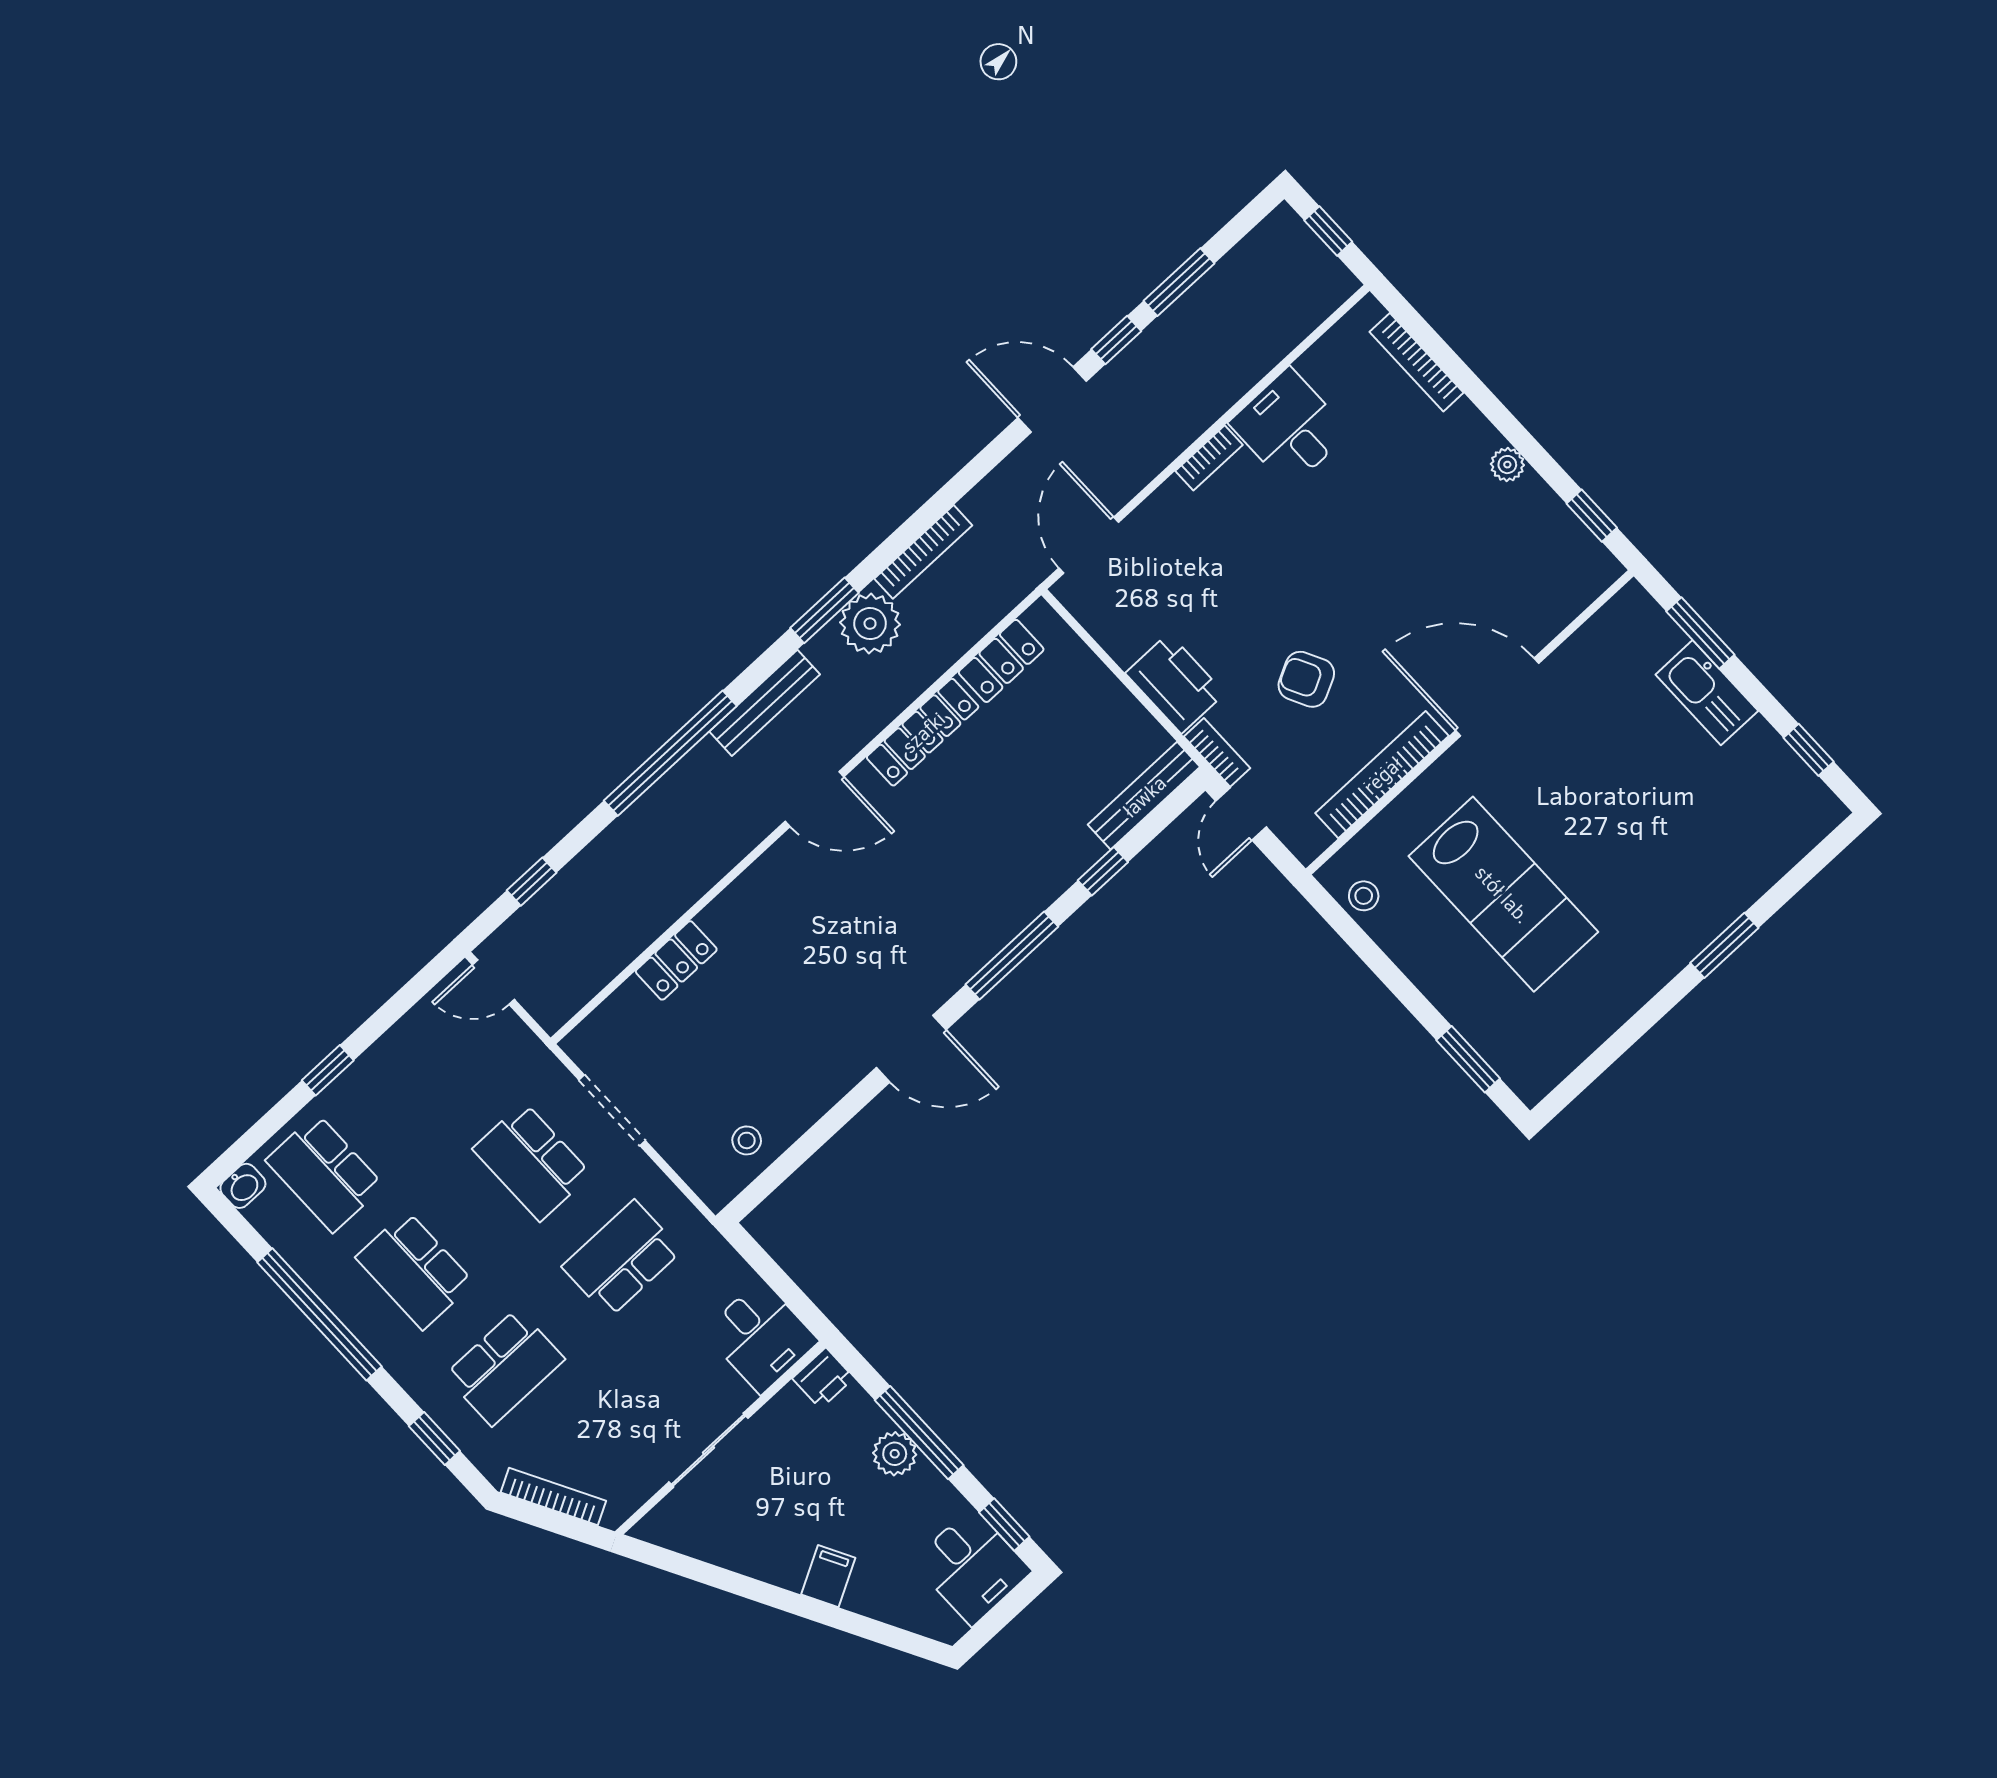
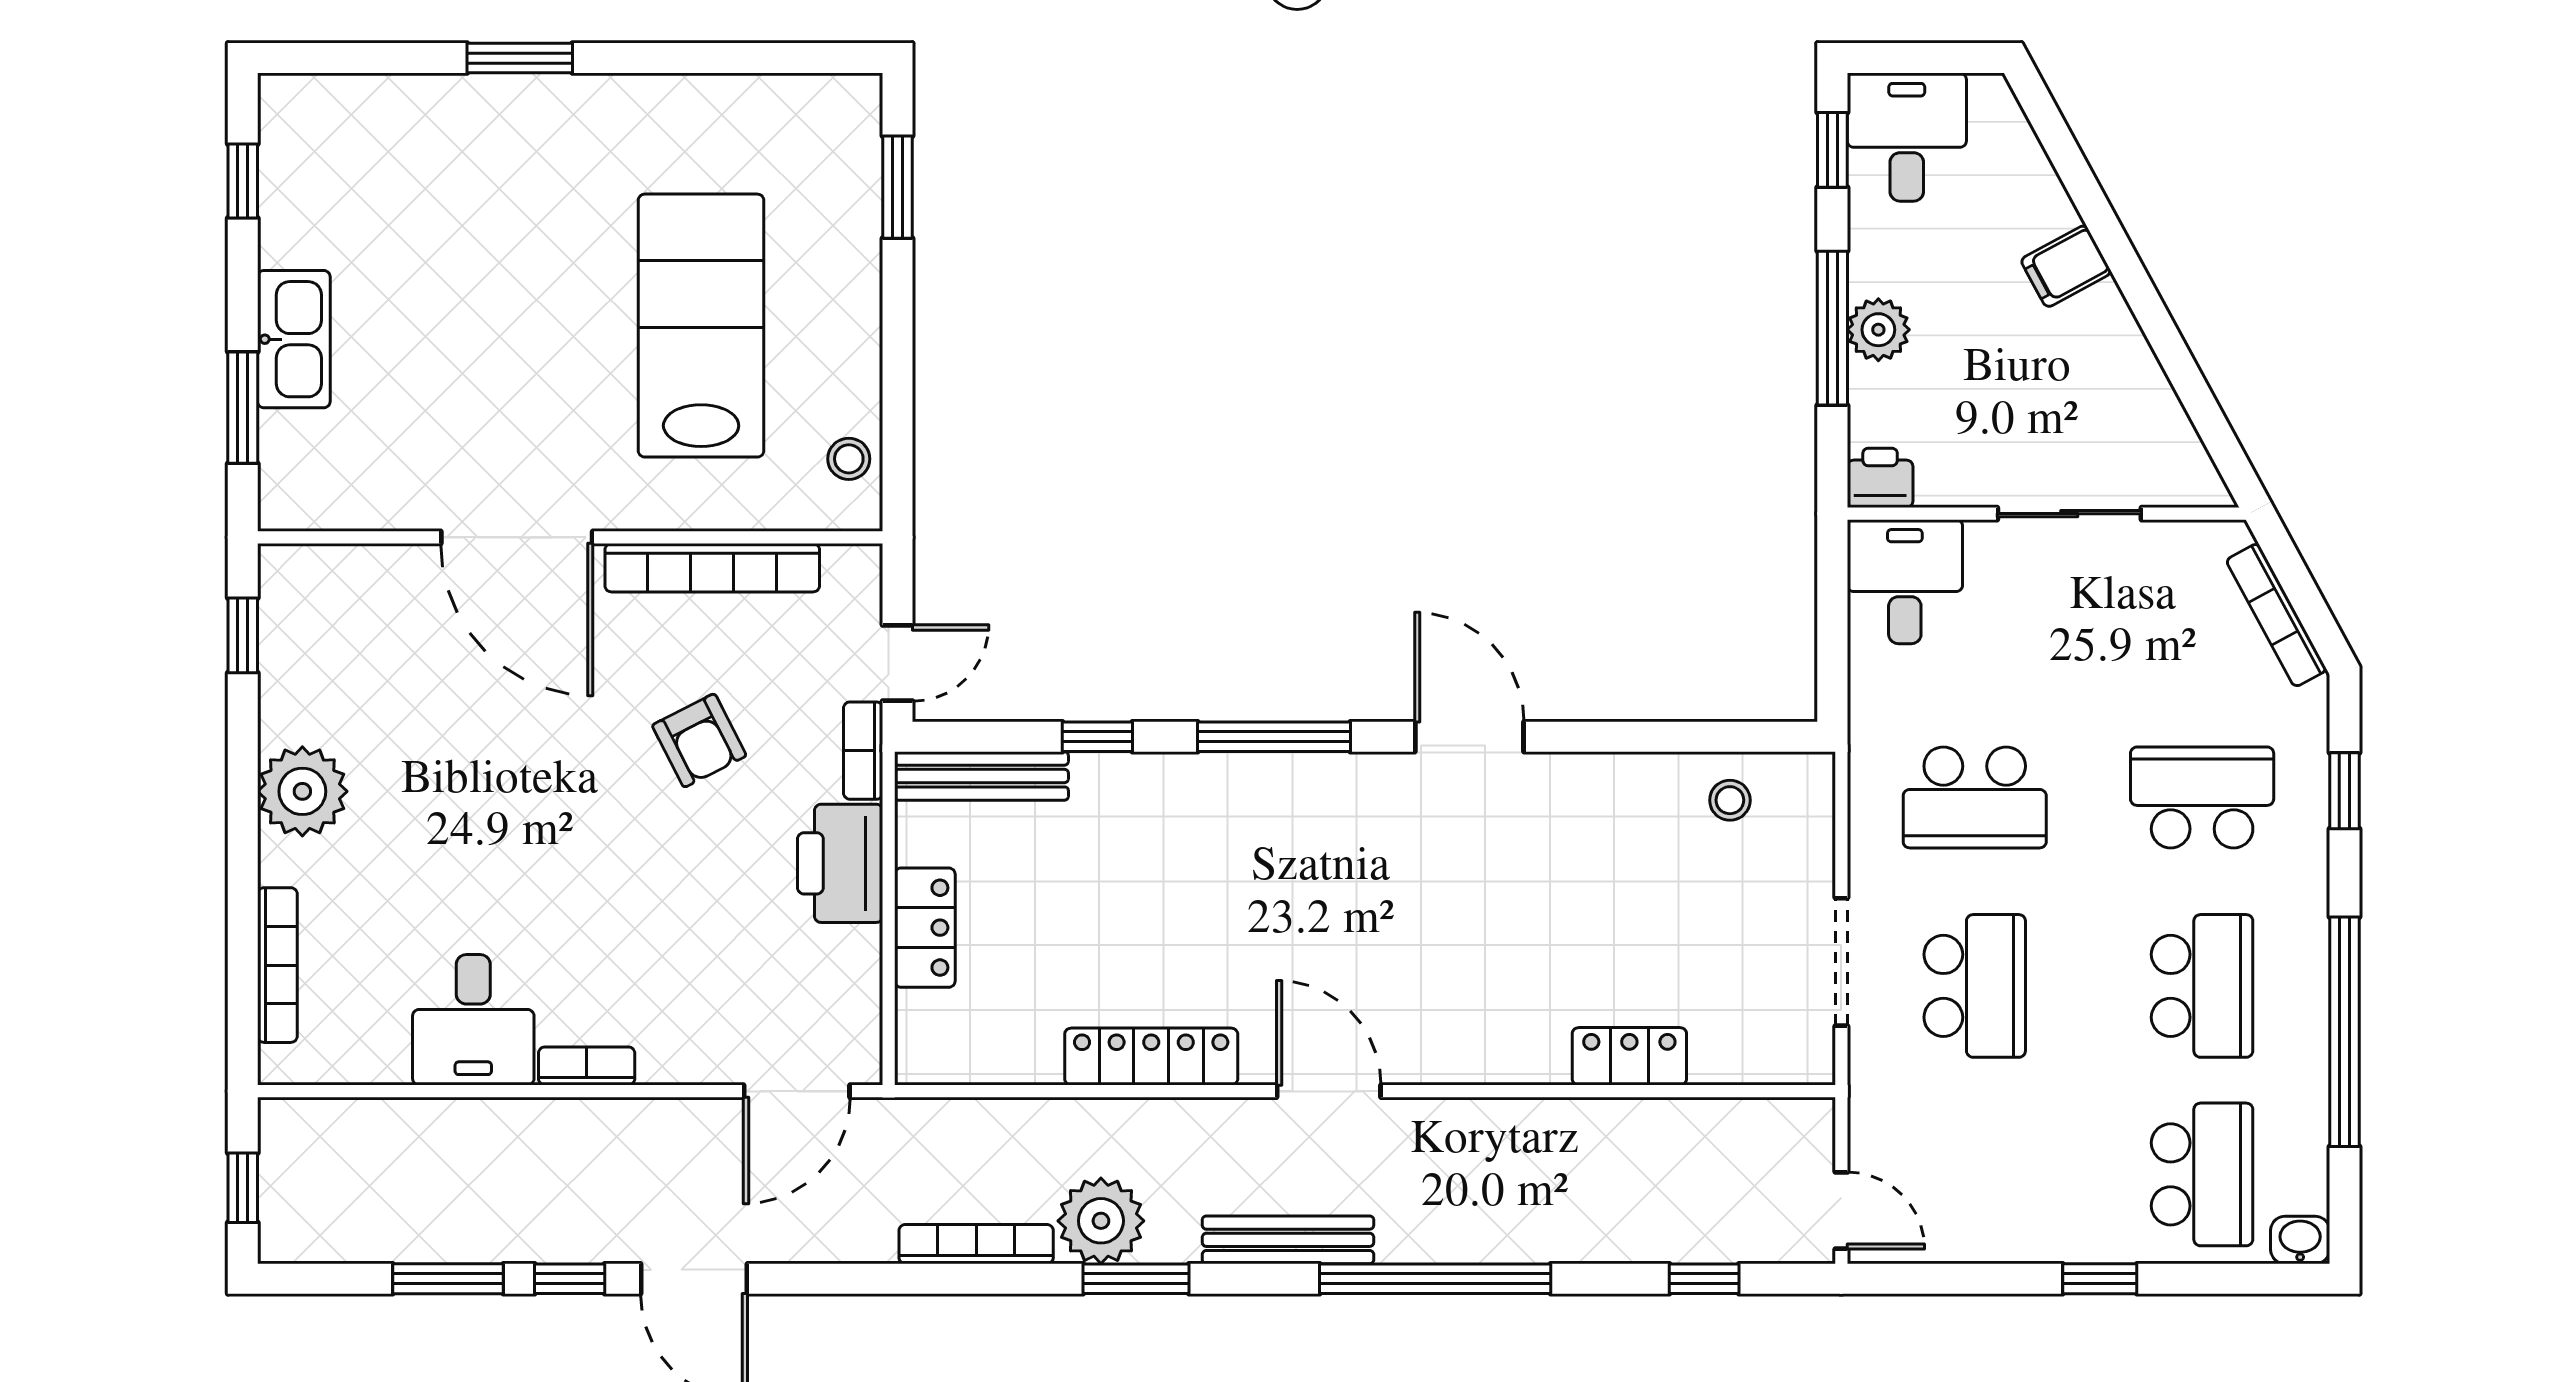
plant: (1507, 465) -> (302, 791), width x1.88, depth x1.88
locker: (1001, 661) -> (925, 928), moved, turned 90

